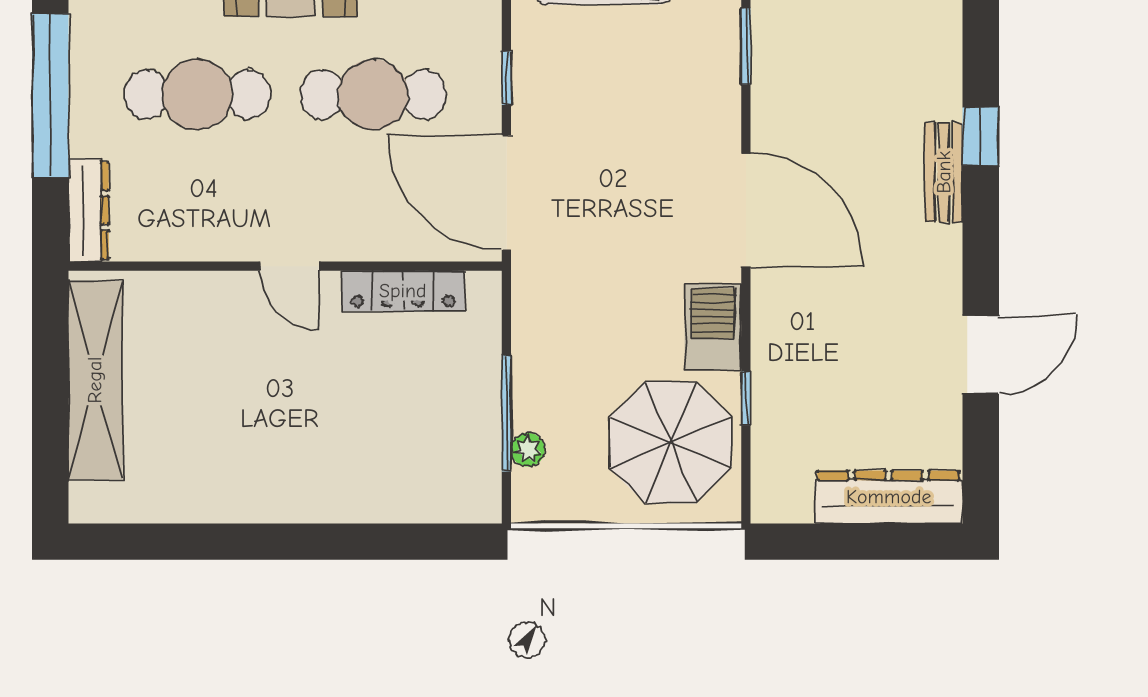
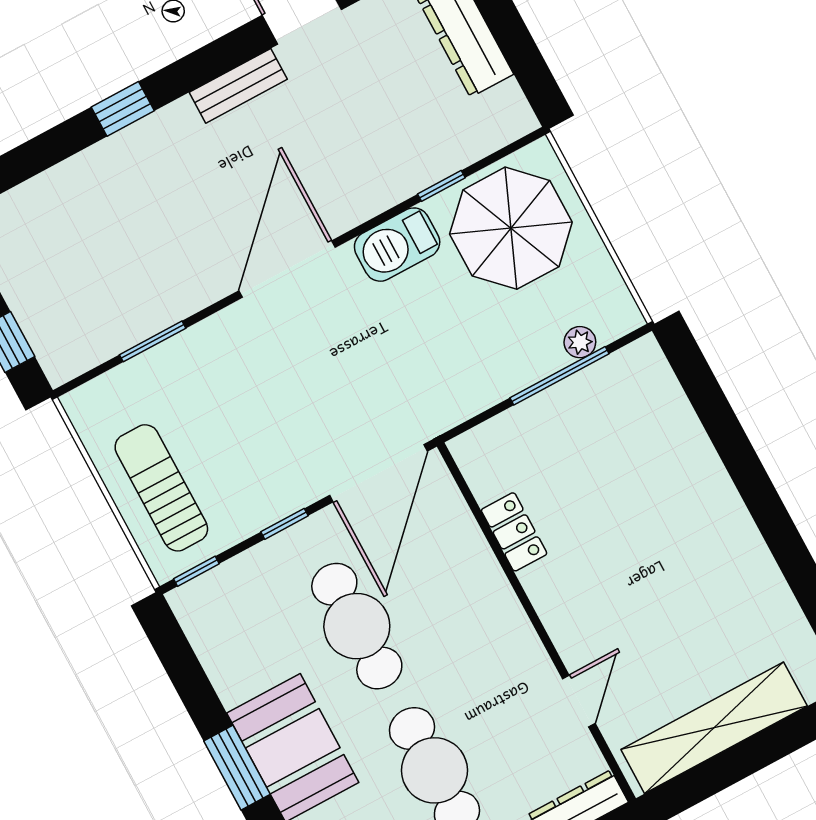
bench: (944, 172) -> (238, 86), moved
door: (290, 266) -> (579, 701), moved
locker: (403, 291) -> (514, 532), width x0.66

